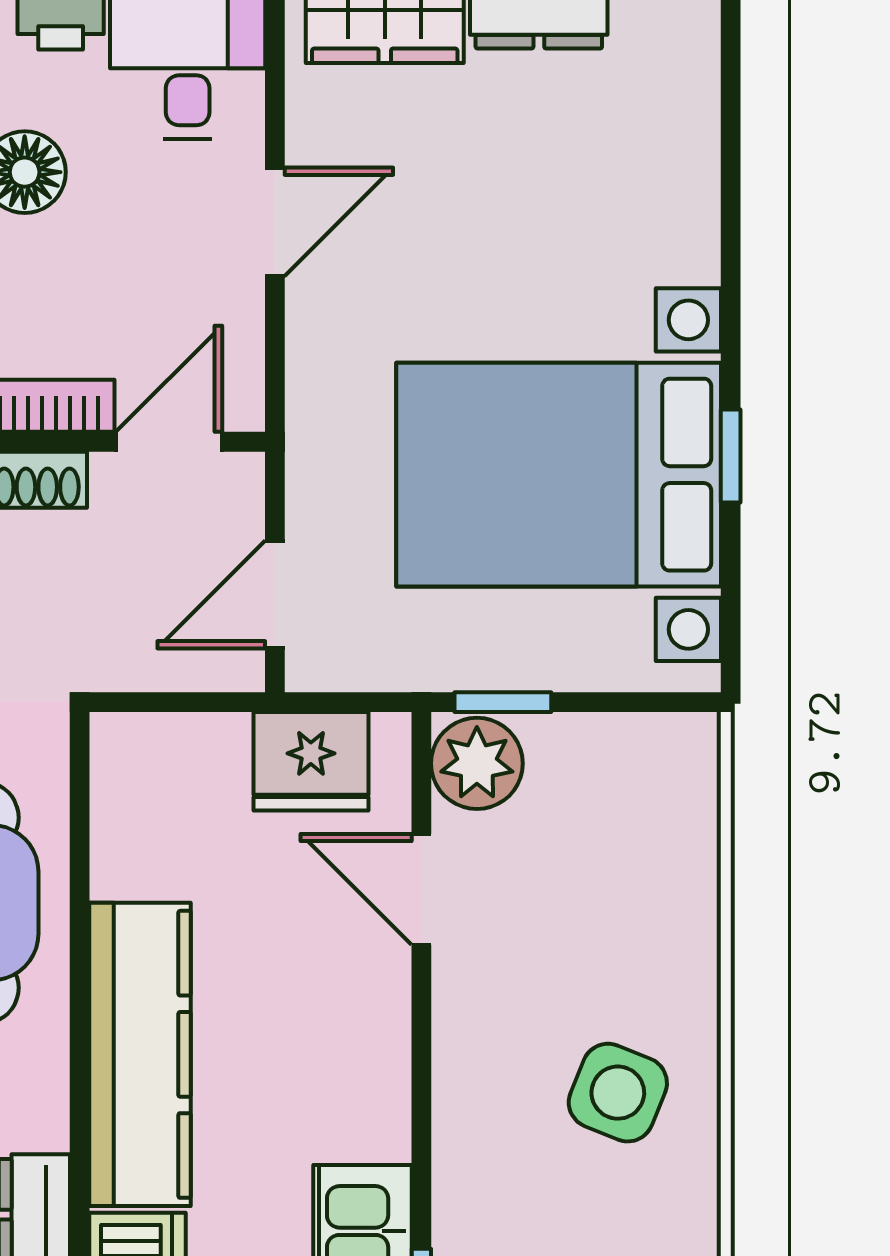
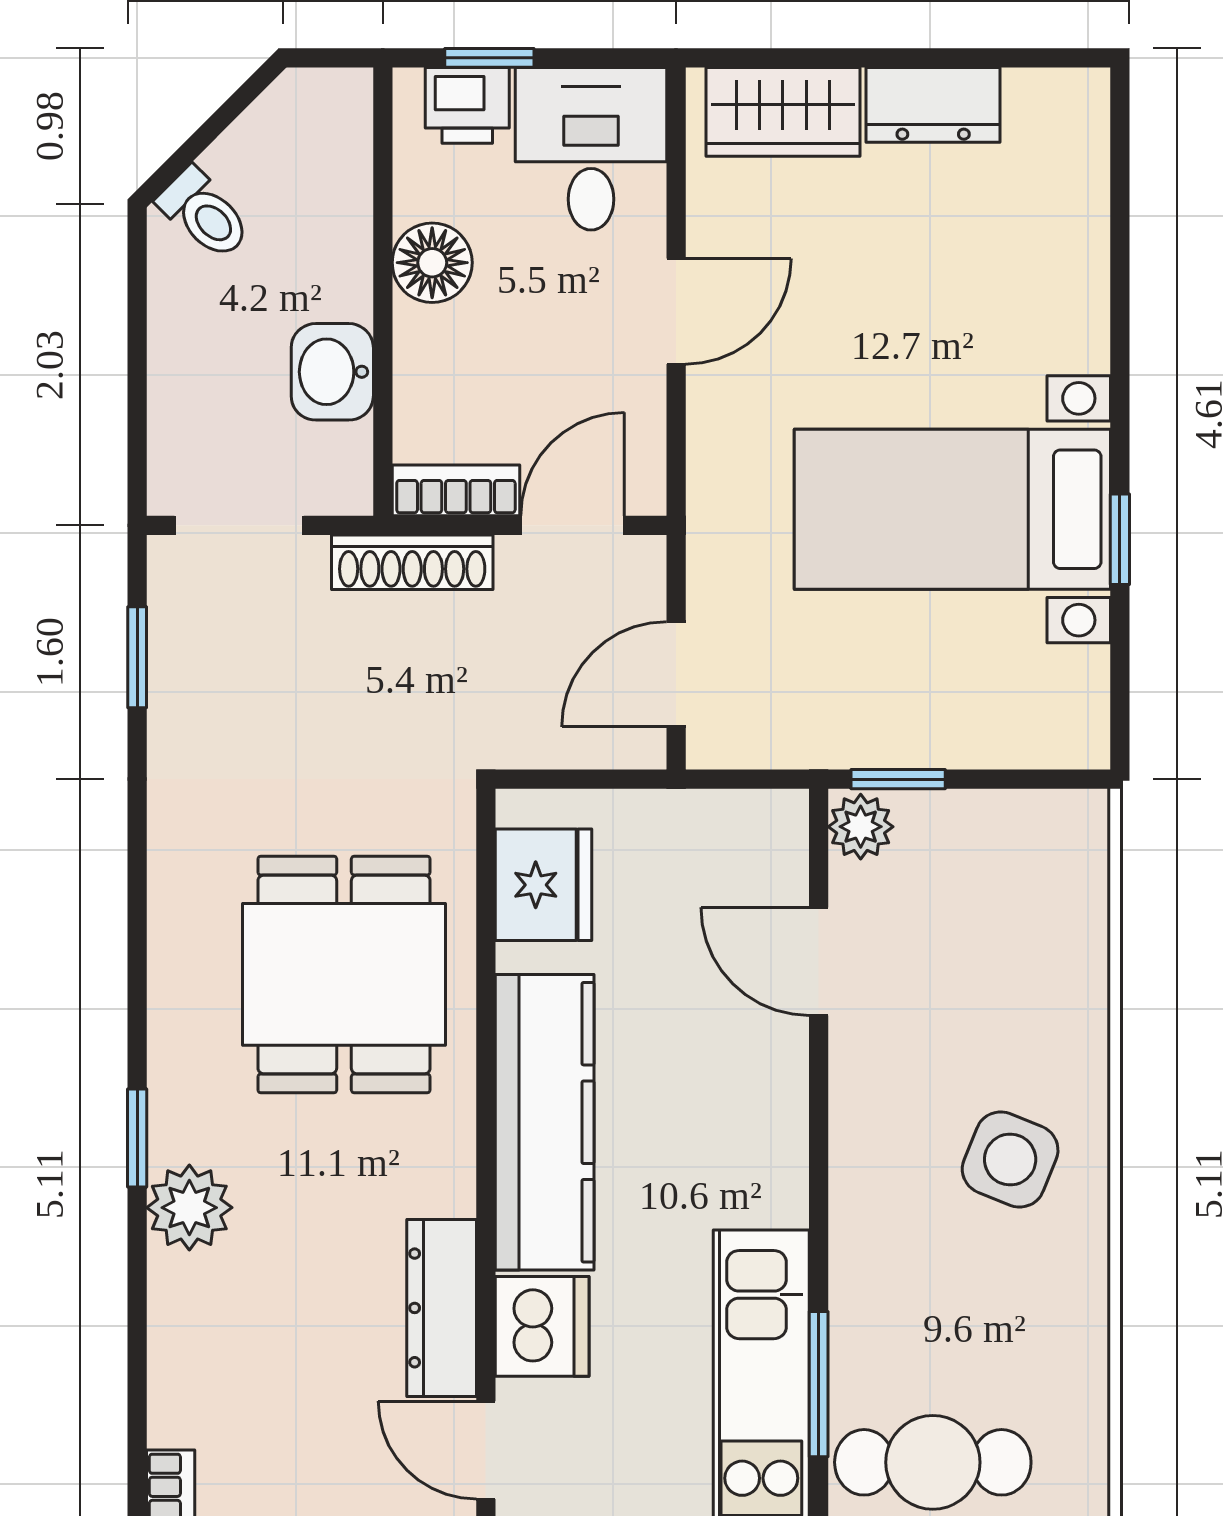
bed with nightstands: (559, 475) -> (952, 509), width x0.73
fridge: (311, 761) -> (543, 885), moved, turned -90
plant: (477, 763) -> (861, 827), width x0.73, depth x0.73

